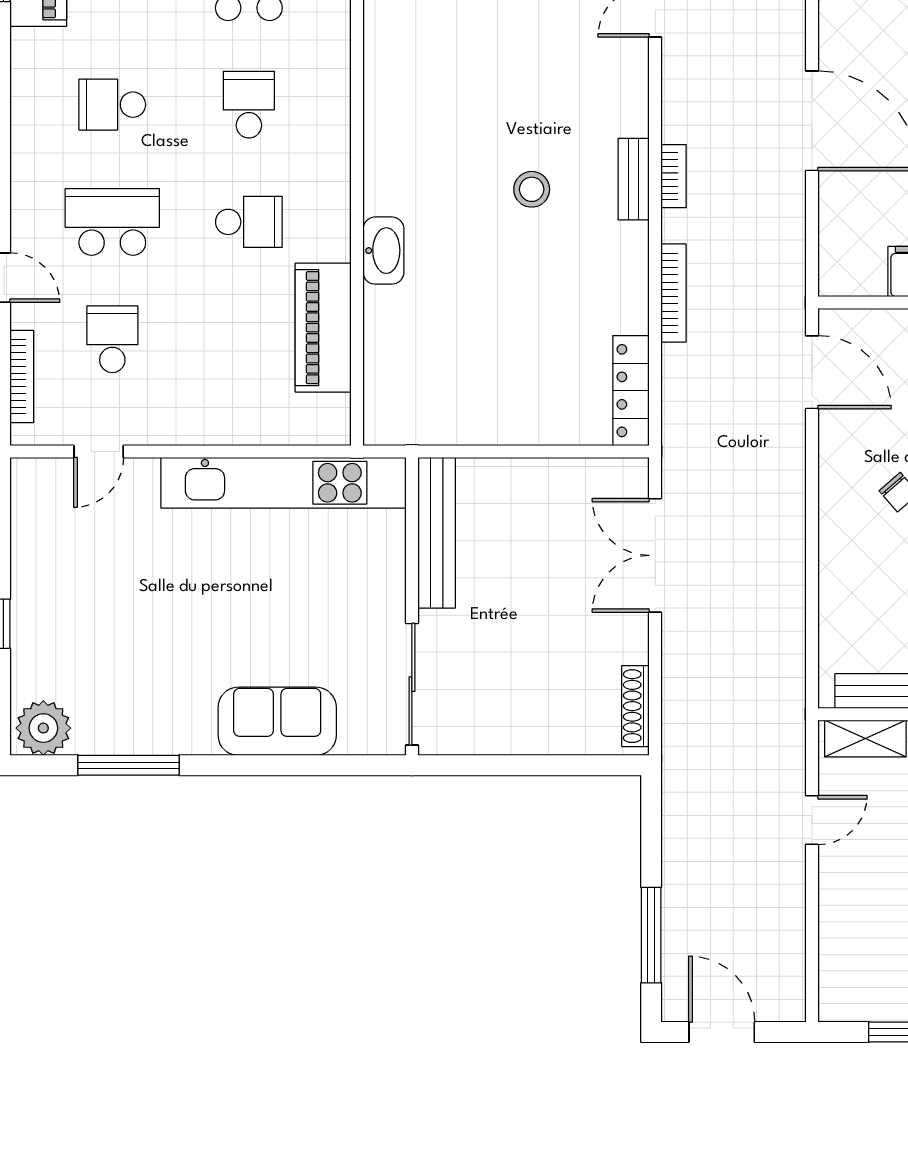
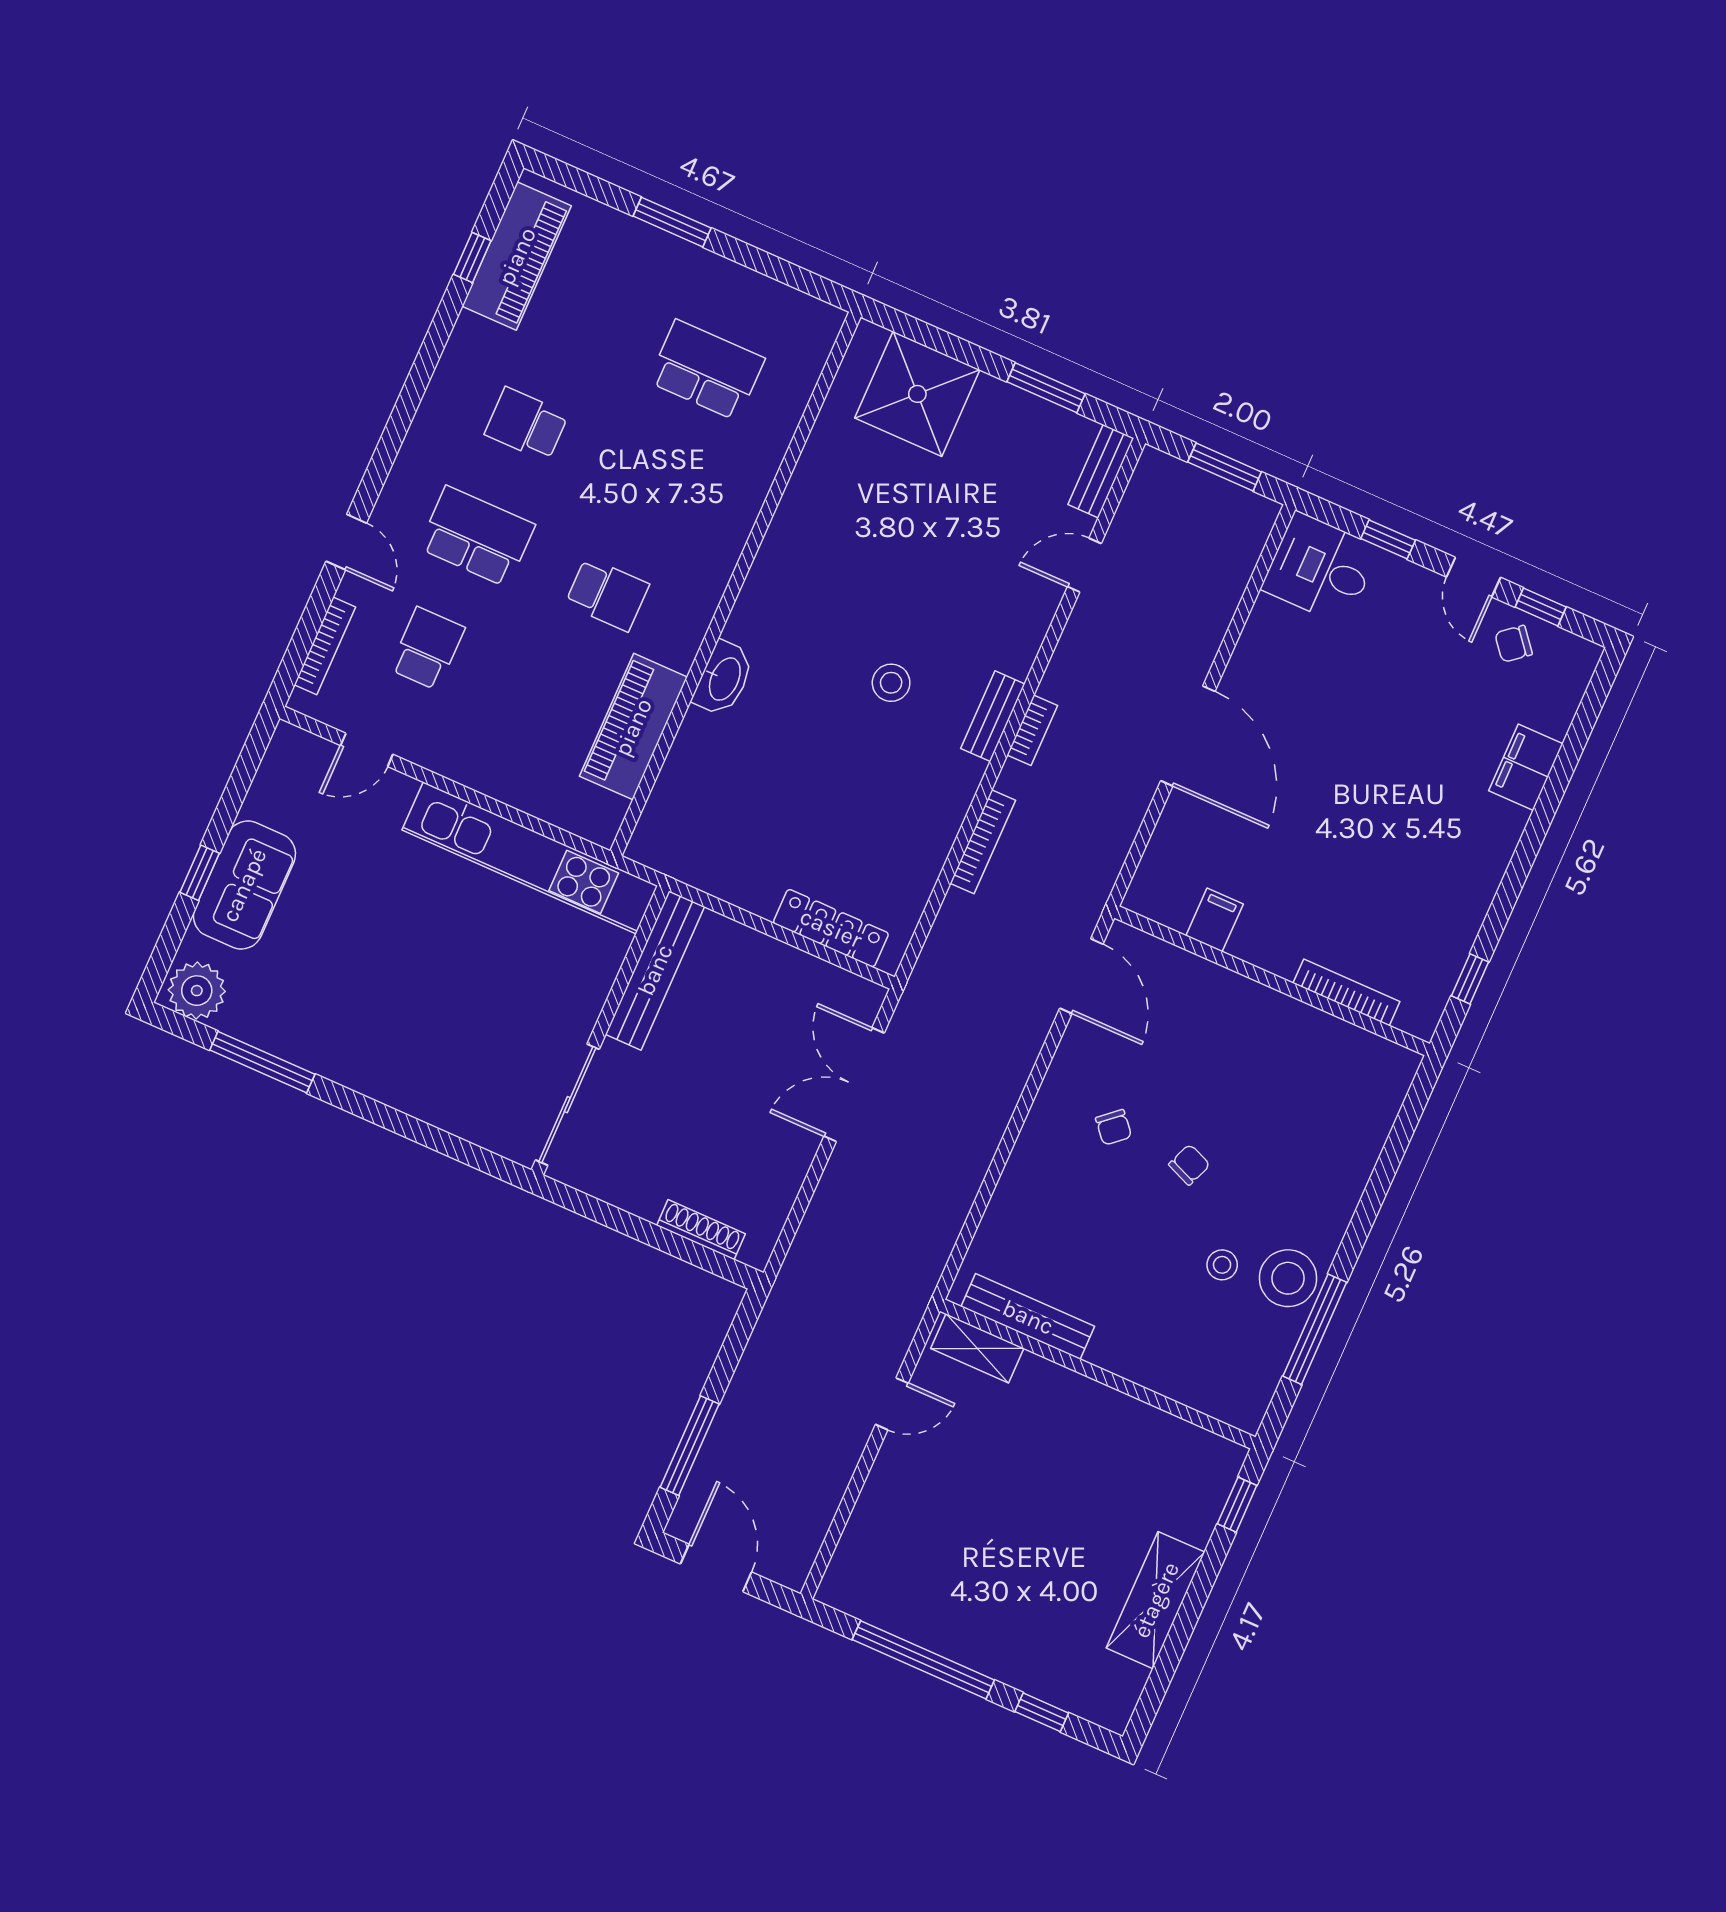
school desk: (249, 105) -> (657, 482), removed
locker: (631, 391) -> (831, 928), moved, turned 90
shoe rack: (635, 706) -> (701, 1230), moved, turned 90
sofa: (277, 721) -> (244, 885), moved, turned 90

